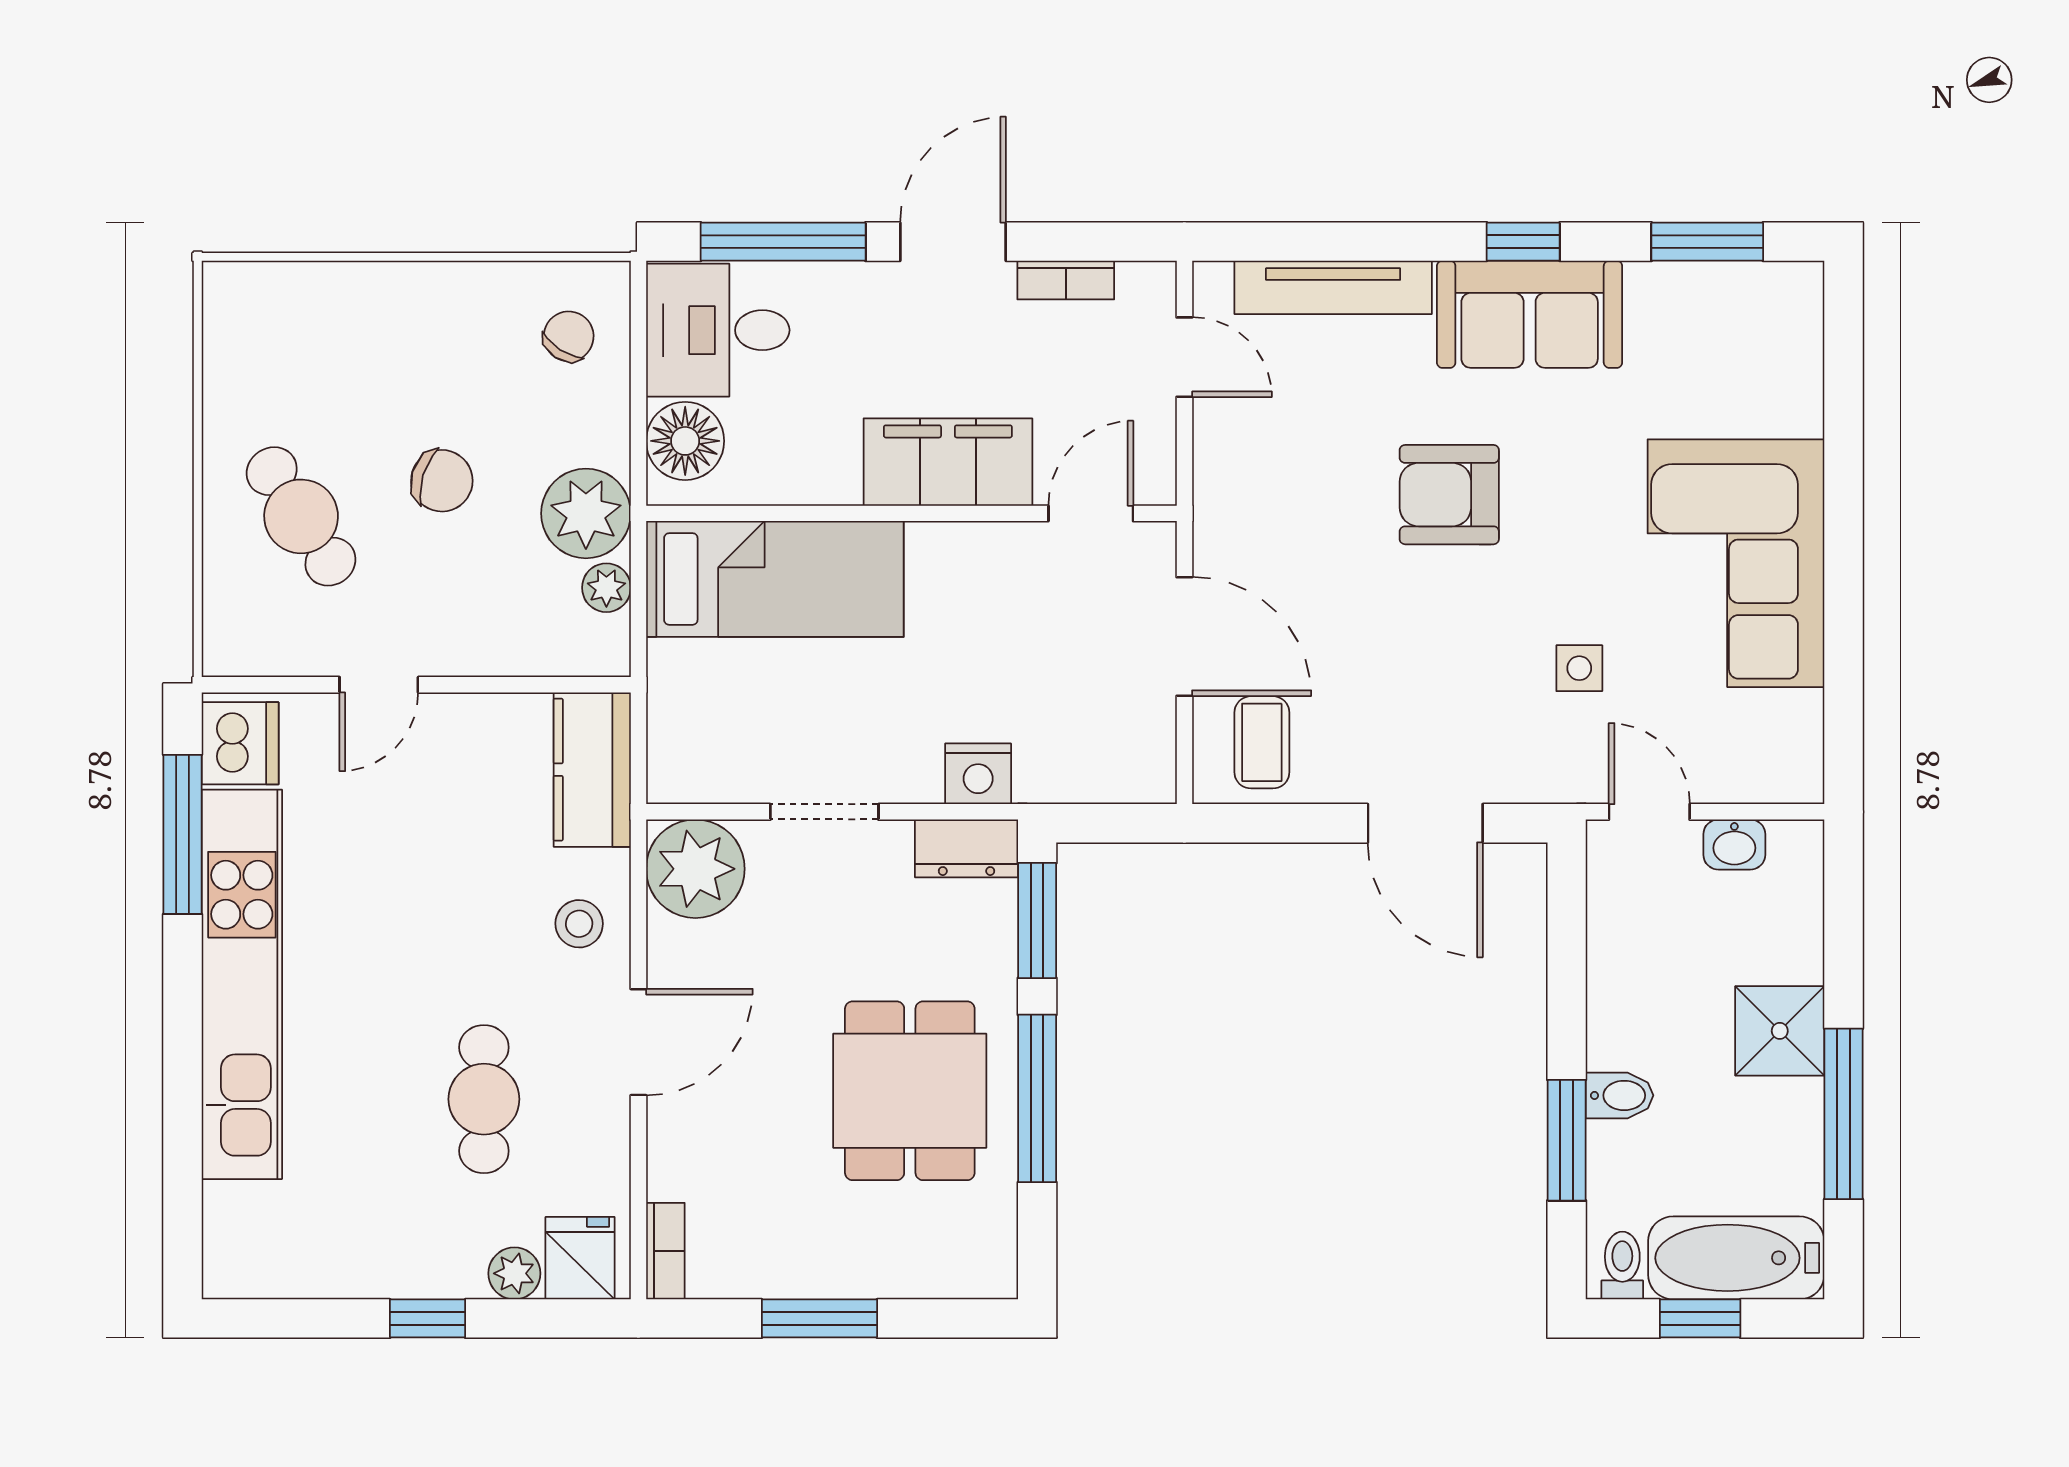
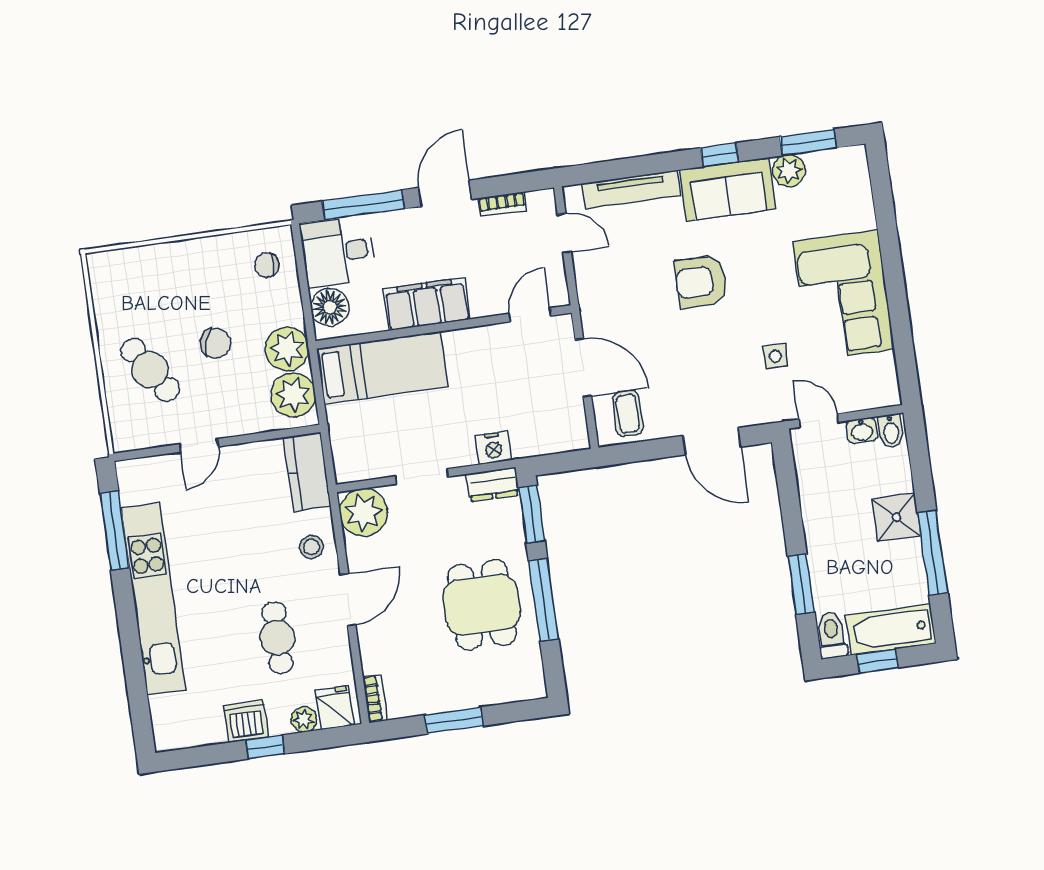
plant: (1660, 294) -> (789, 171), added
chair: (569, 336) -> (267, 265), turned -123
filing cabinet: (948, 462) -> (427, 304), moved
plant: (606, 588) -> (293, 395), width x1.88, depth x1.88
dishwasher: (240, 743) -> (246, 721), moved, turned -90
bidet: (1619, 1095) -> (891, 431), moved, turned 90
toilet: (1622, 1266) -> (832, 635), width x1.37, depth x1.39

